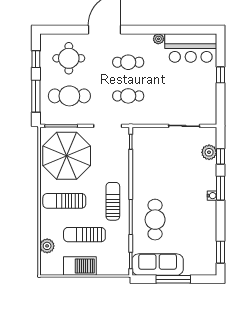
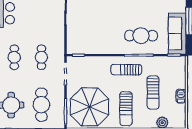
barbecue: (80, 266) -> (181, 96), width x0.53, depth x0.65

